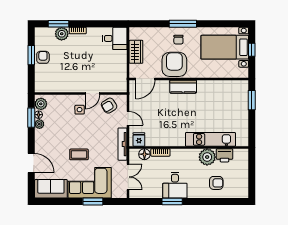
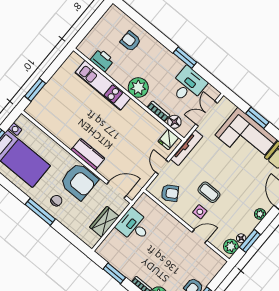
window: (102, 24) -> (114, 273), added
desk: (115, 38) -> (134, 226), moved
armchair: (174, 64) -> (79, 181), turned -90
door: (92, 94) -> (199, 236), moved
plant: (39, 124) -> (260, 214), moved
coffee table: (79, 154) -> (209, 192), moved
plant: (207, 157) -> (138, 88), moved
desk: (175, 185) -> (188, 85), moved

